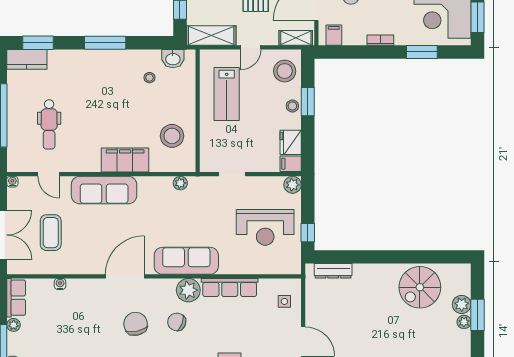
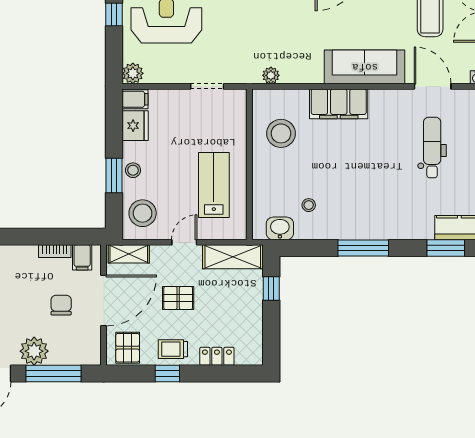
bookcase: (380, 40) -> (55, 251), moved
door: (49, 174) -> (433, 86), width x1.38

